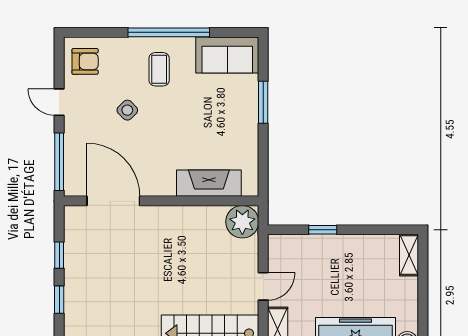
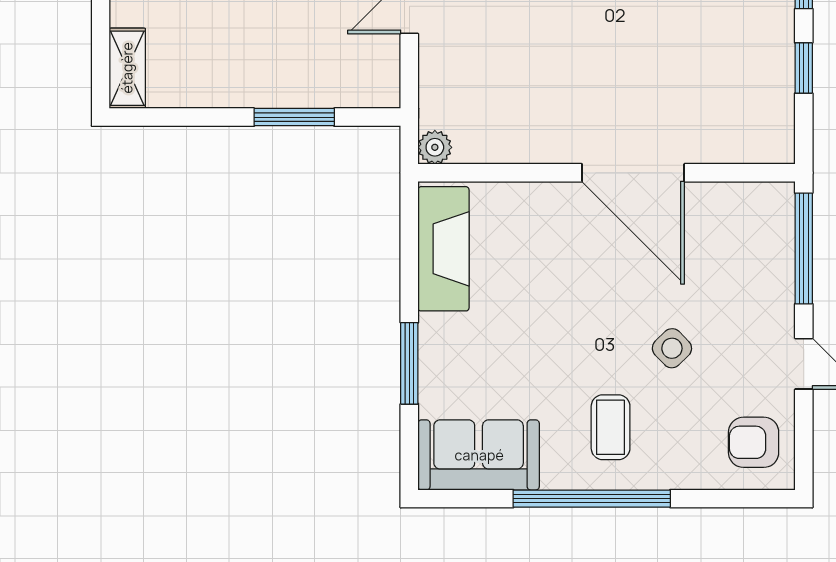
fireplace: (209, 183) -> (443, 249), moved, turned -90
door: (113, 201) -> (633, 173), moved
plant: (242, 222) -> (435, 147), width x0.53, depth x0.53
window: (323, 230) -> (294, 117), width x1.50

